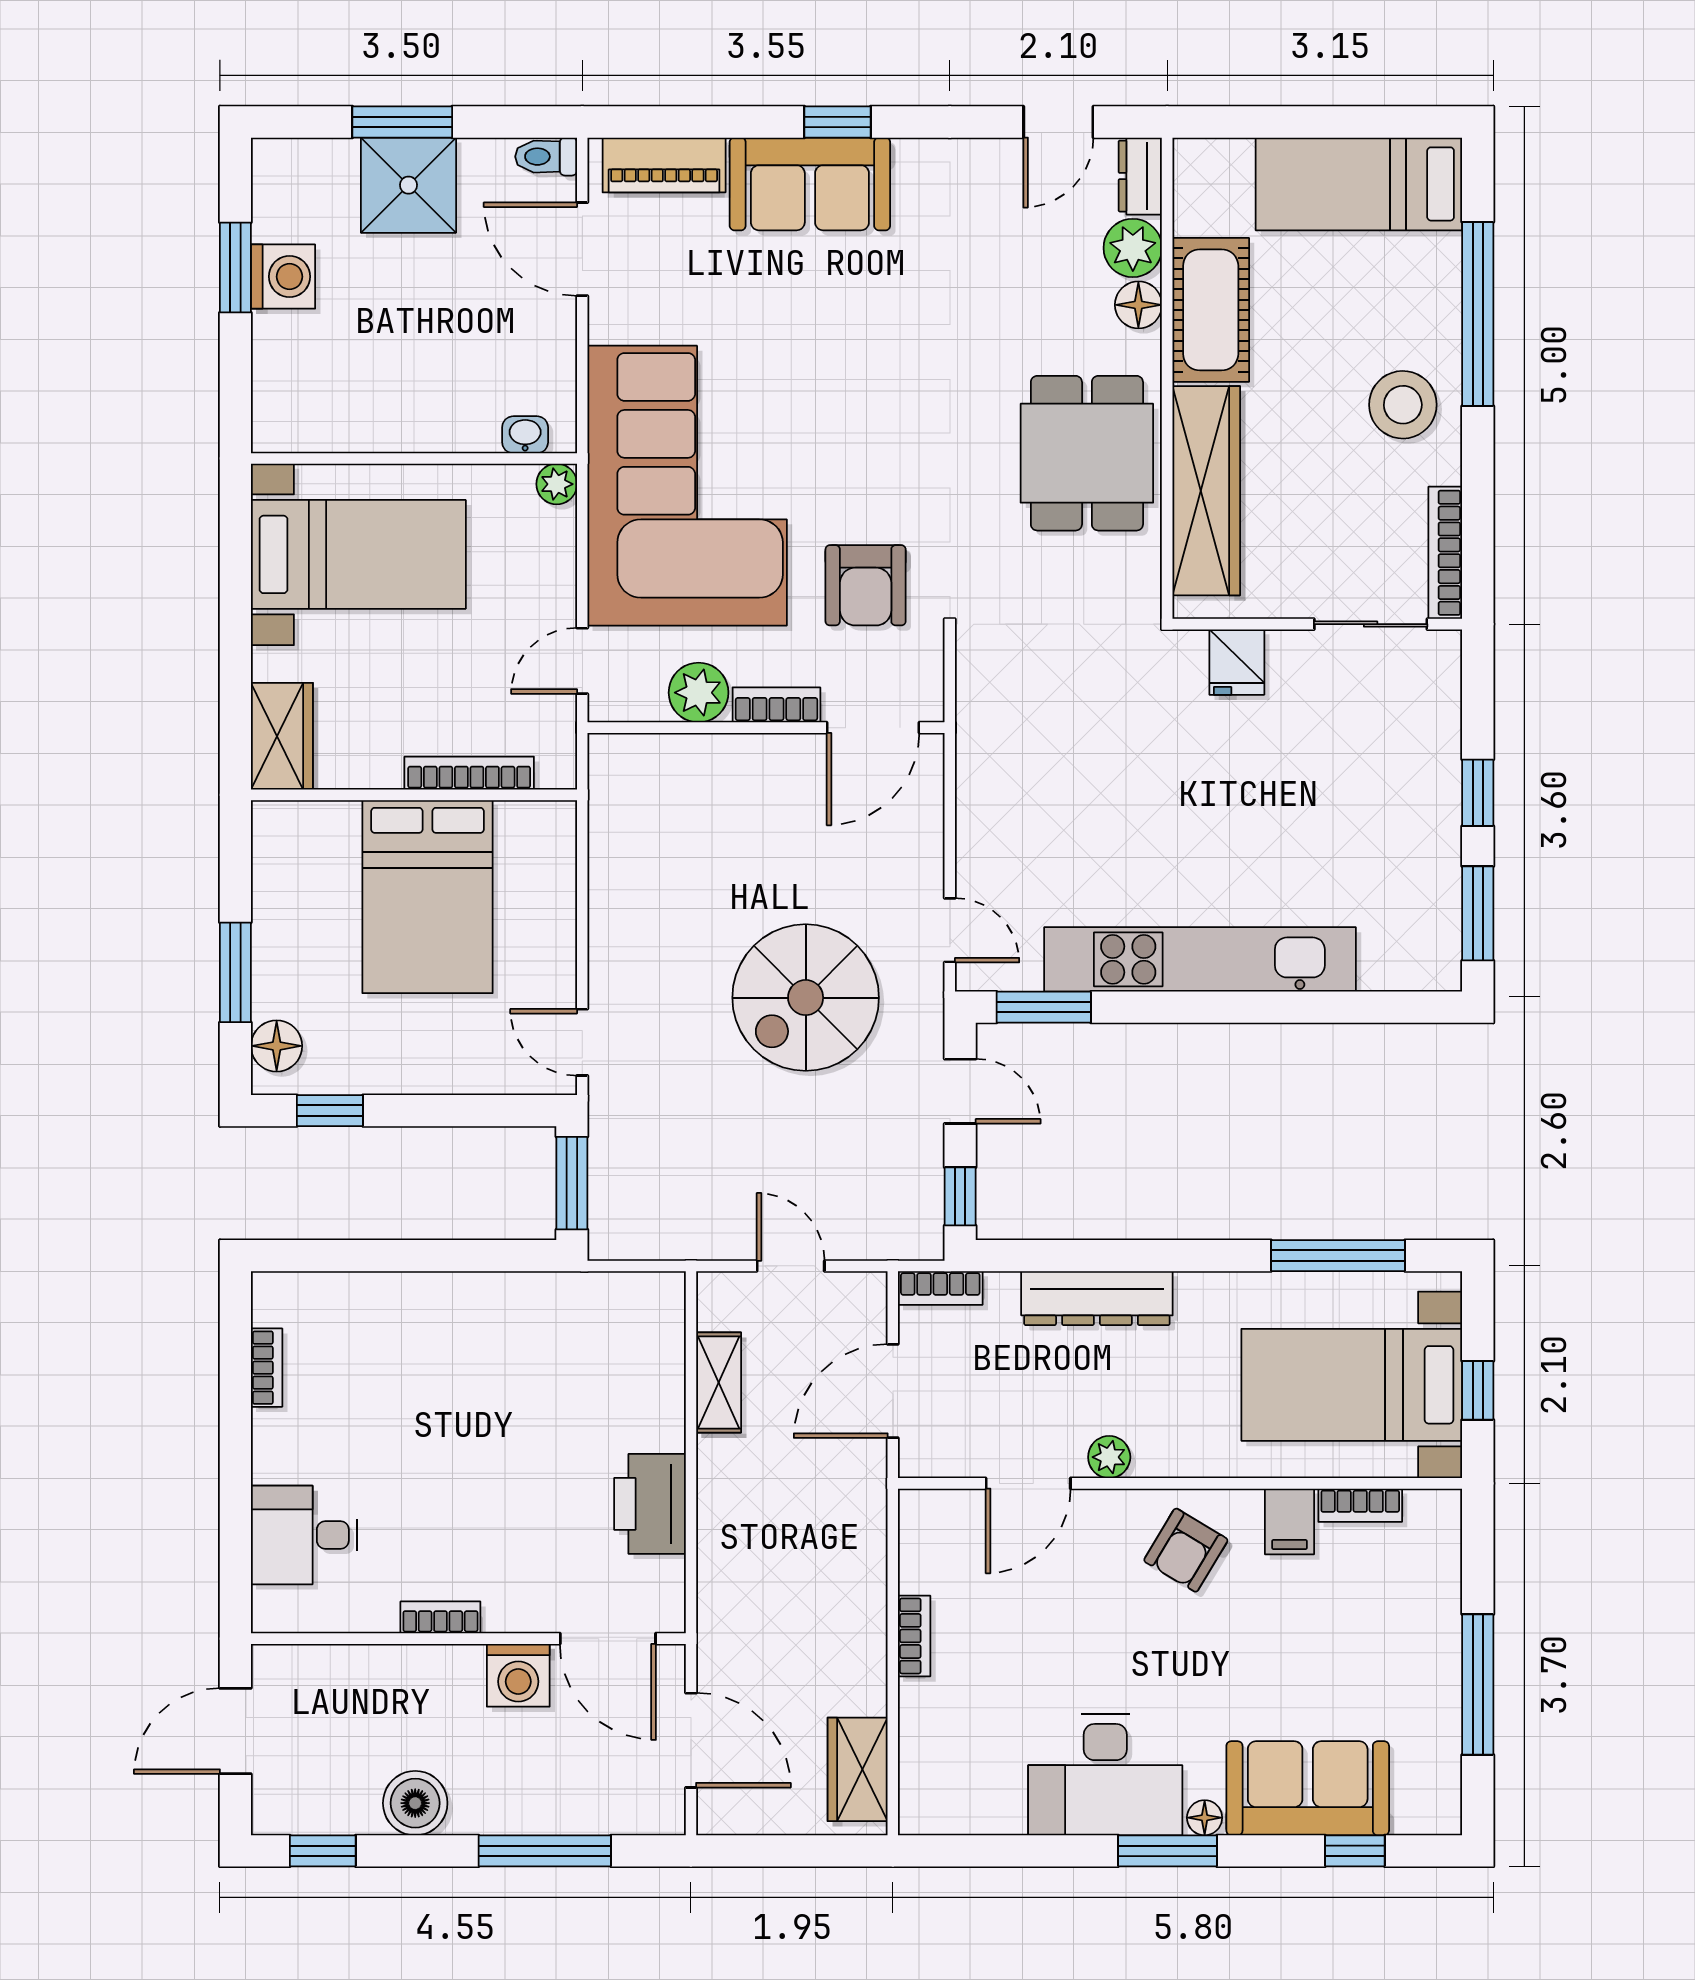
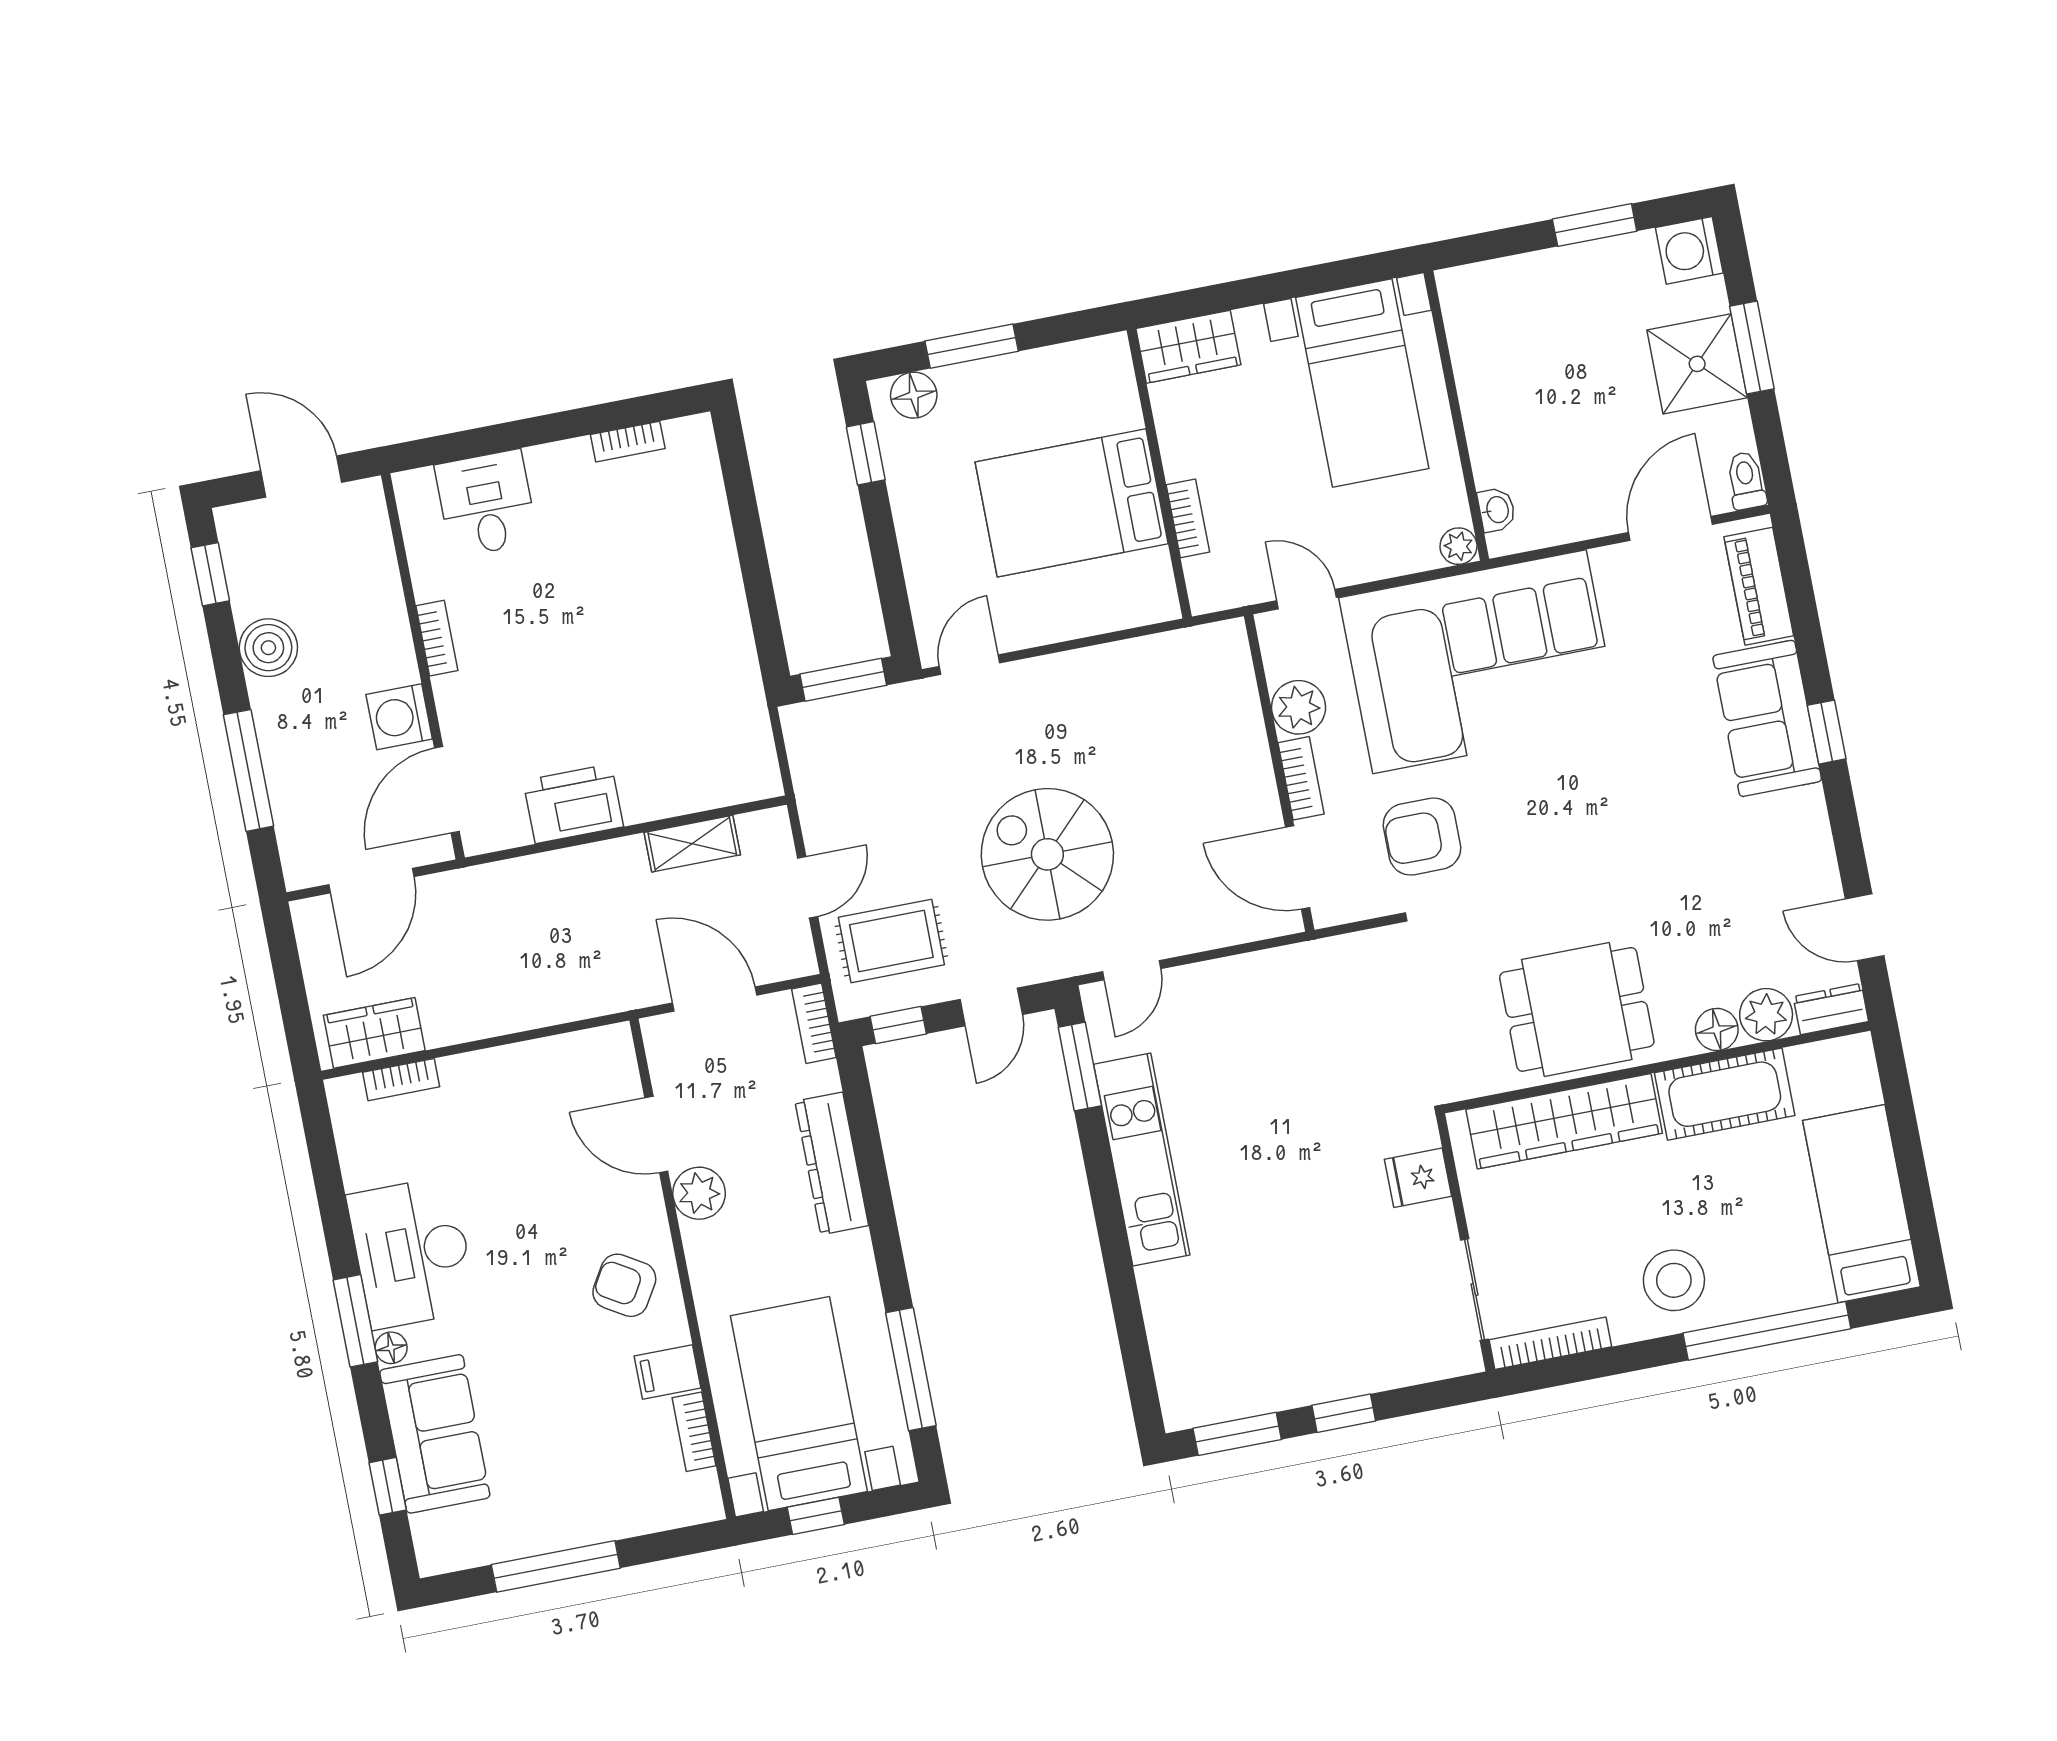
washing machine: (283, 277) -> (1689, 250), moved, turned 90
bookcase: (469, 773) -> (1188, 518), width x0.64
kitchen unit: (1200, 959) -> (1142, 1160), width x0.73
rug: (867, 1186) -> (891, 941), added
plant: (1109, 1457) -> (699, 1193), width x1.38, depth x1.38
bookcase: (914, 1636) -> (401, 1080), moved

